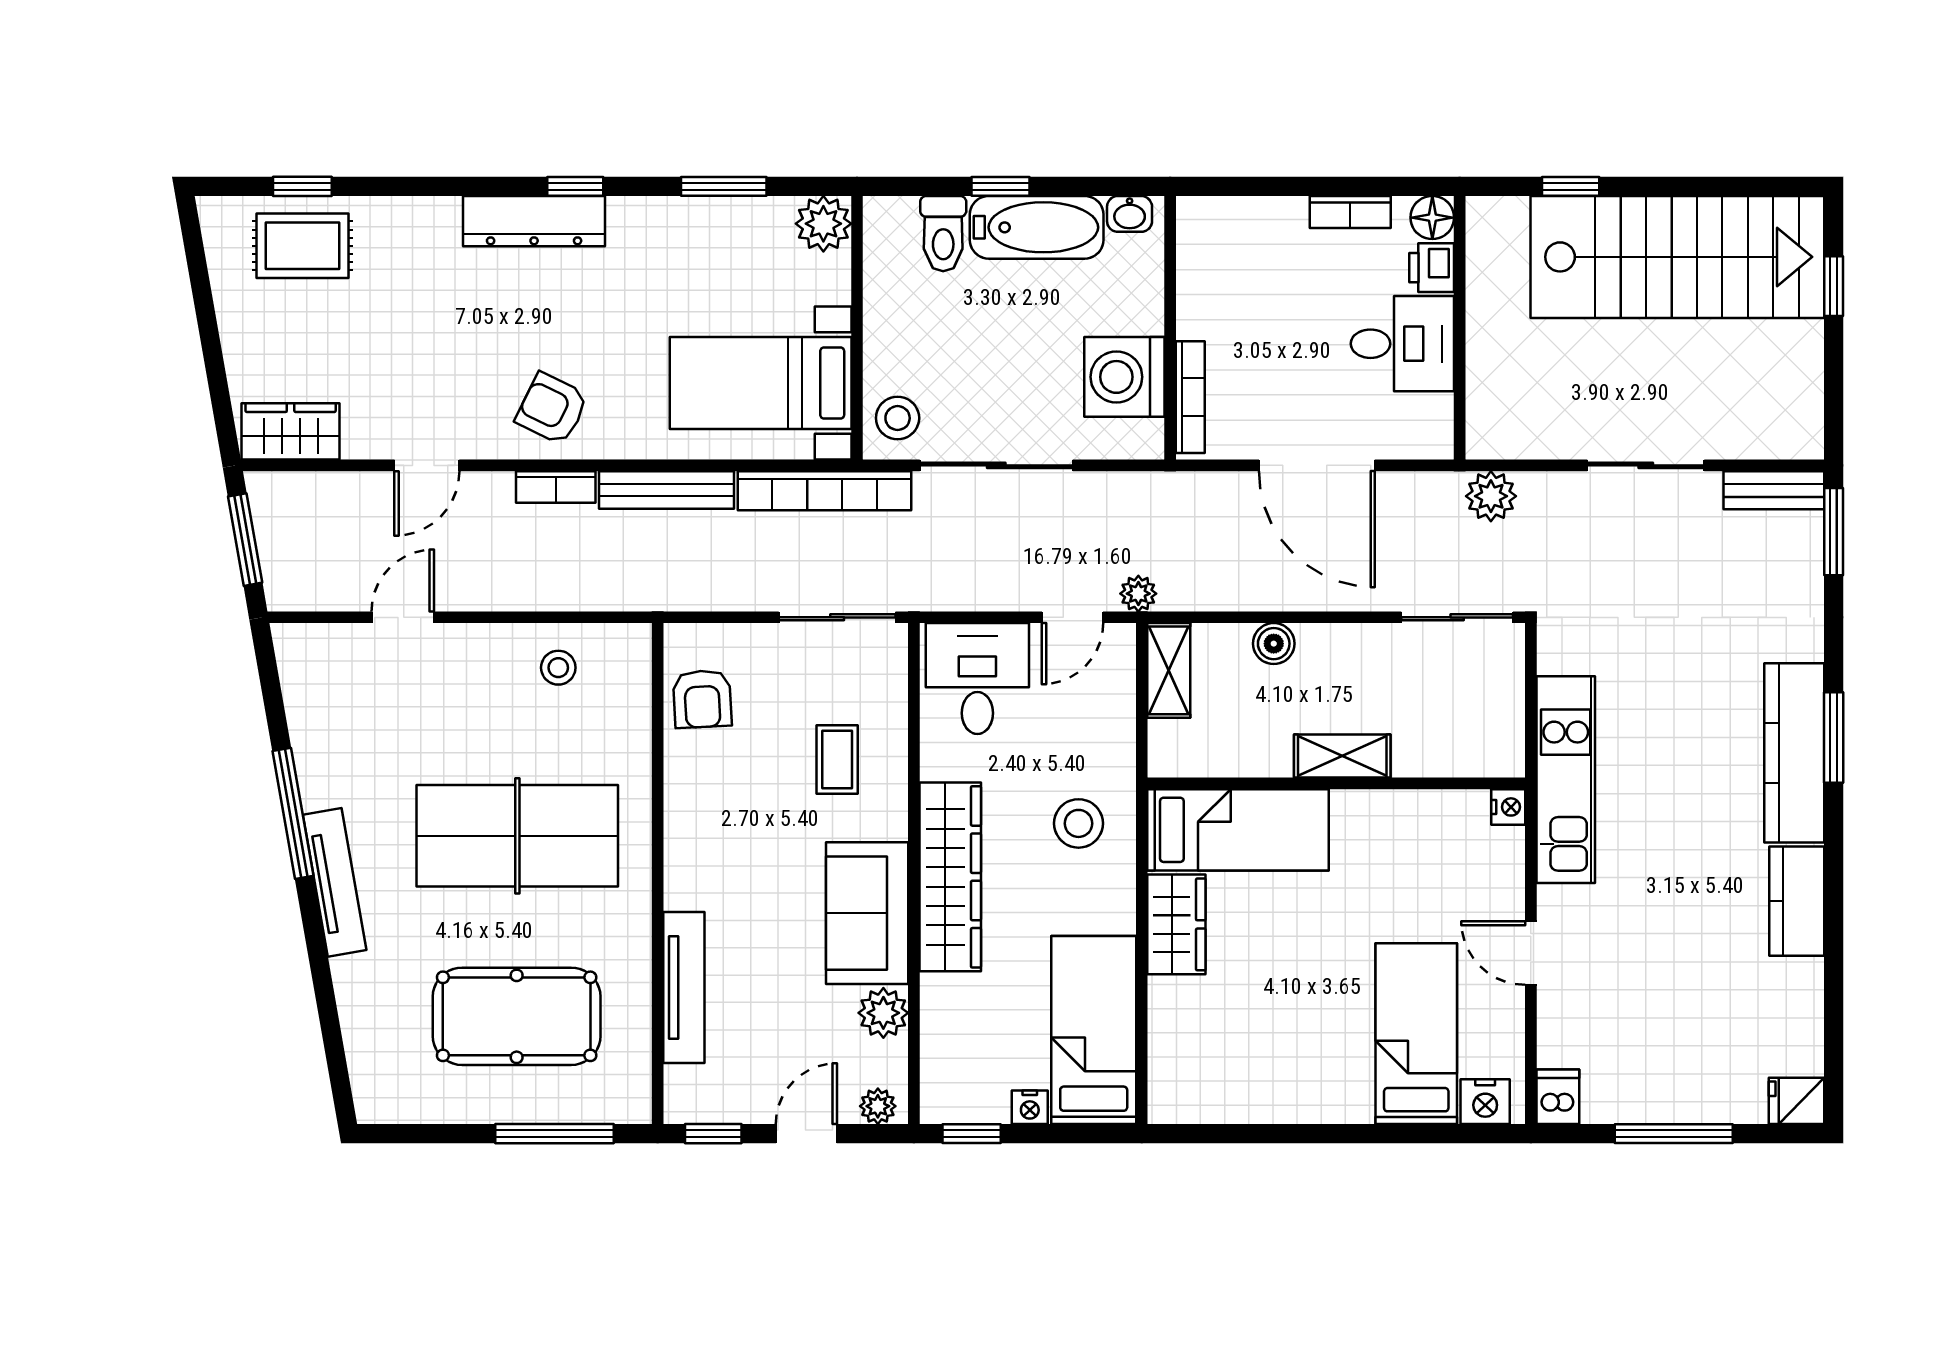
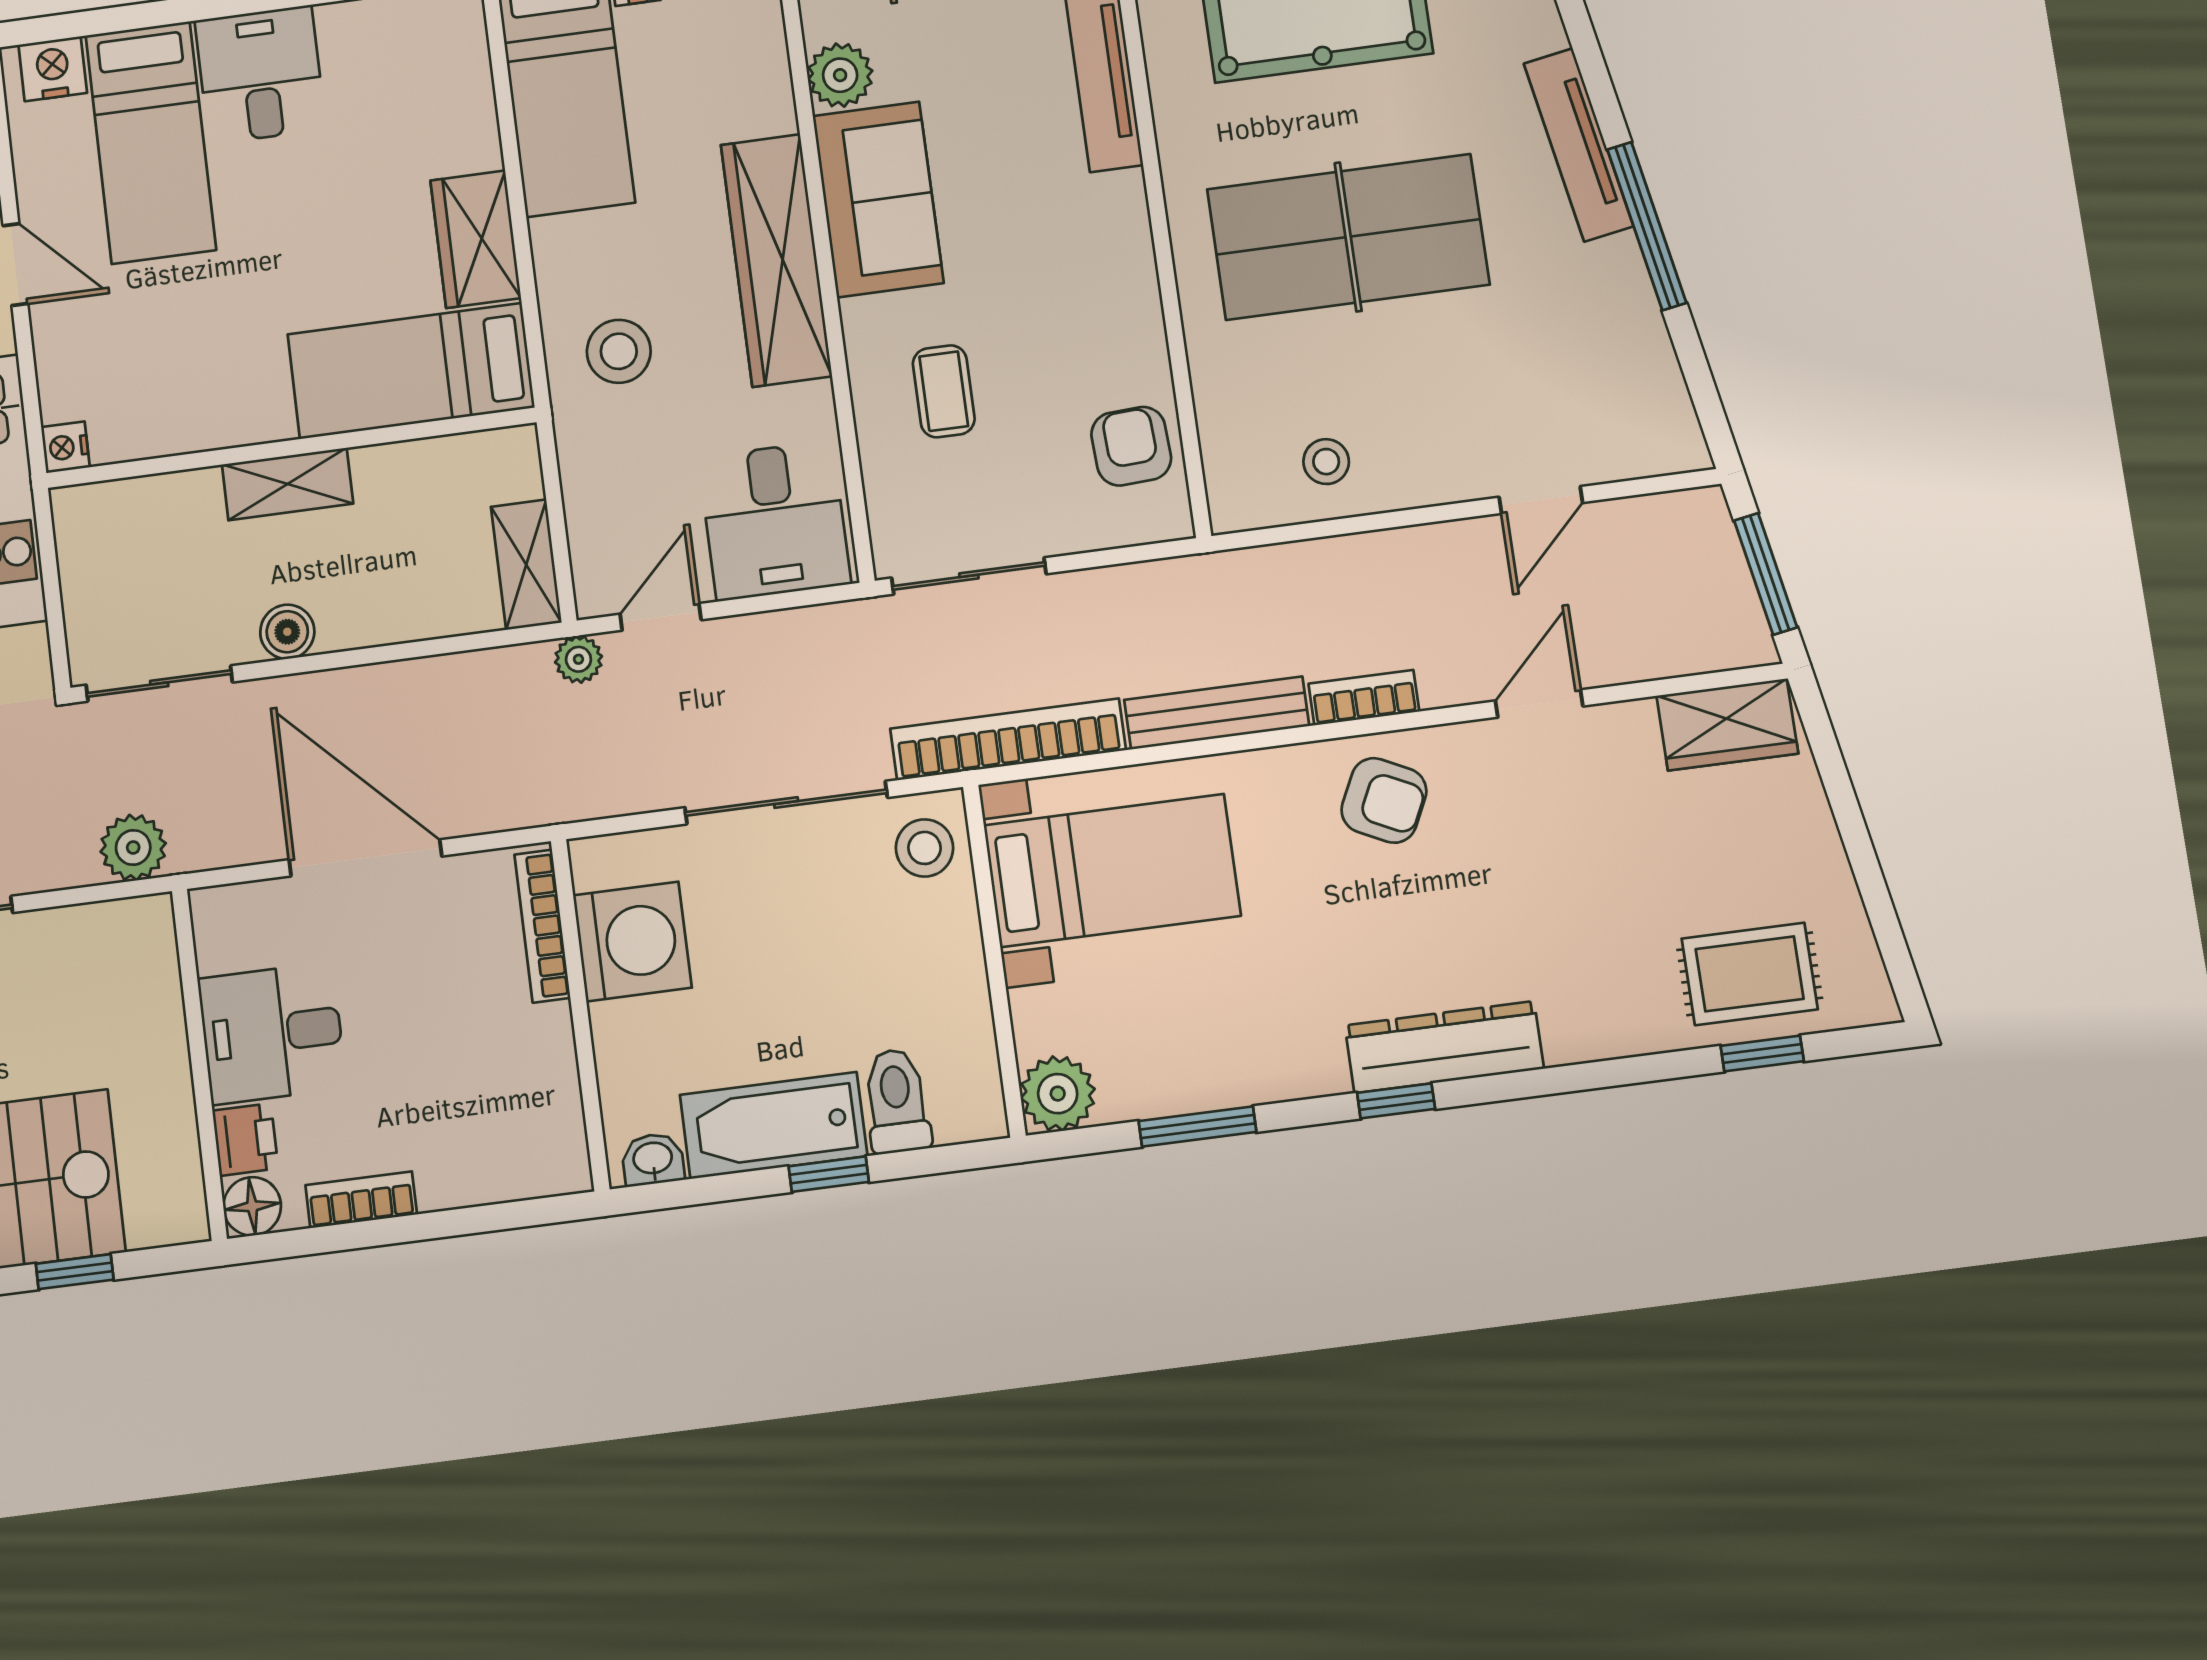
boiler: (1274, 644) -> (287, 632), moved
desk: (1326, 1075) -> (260, 75), added

